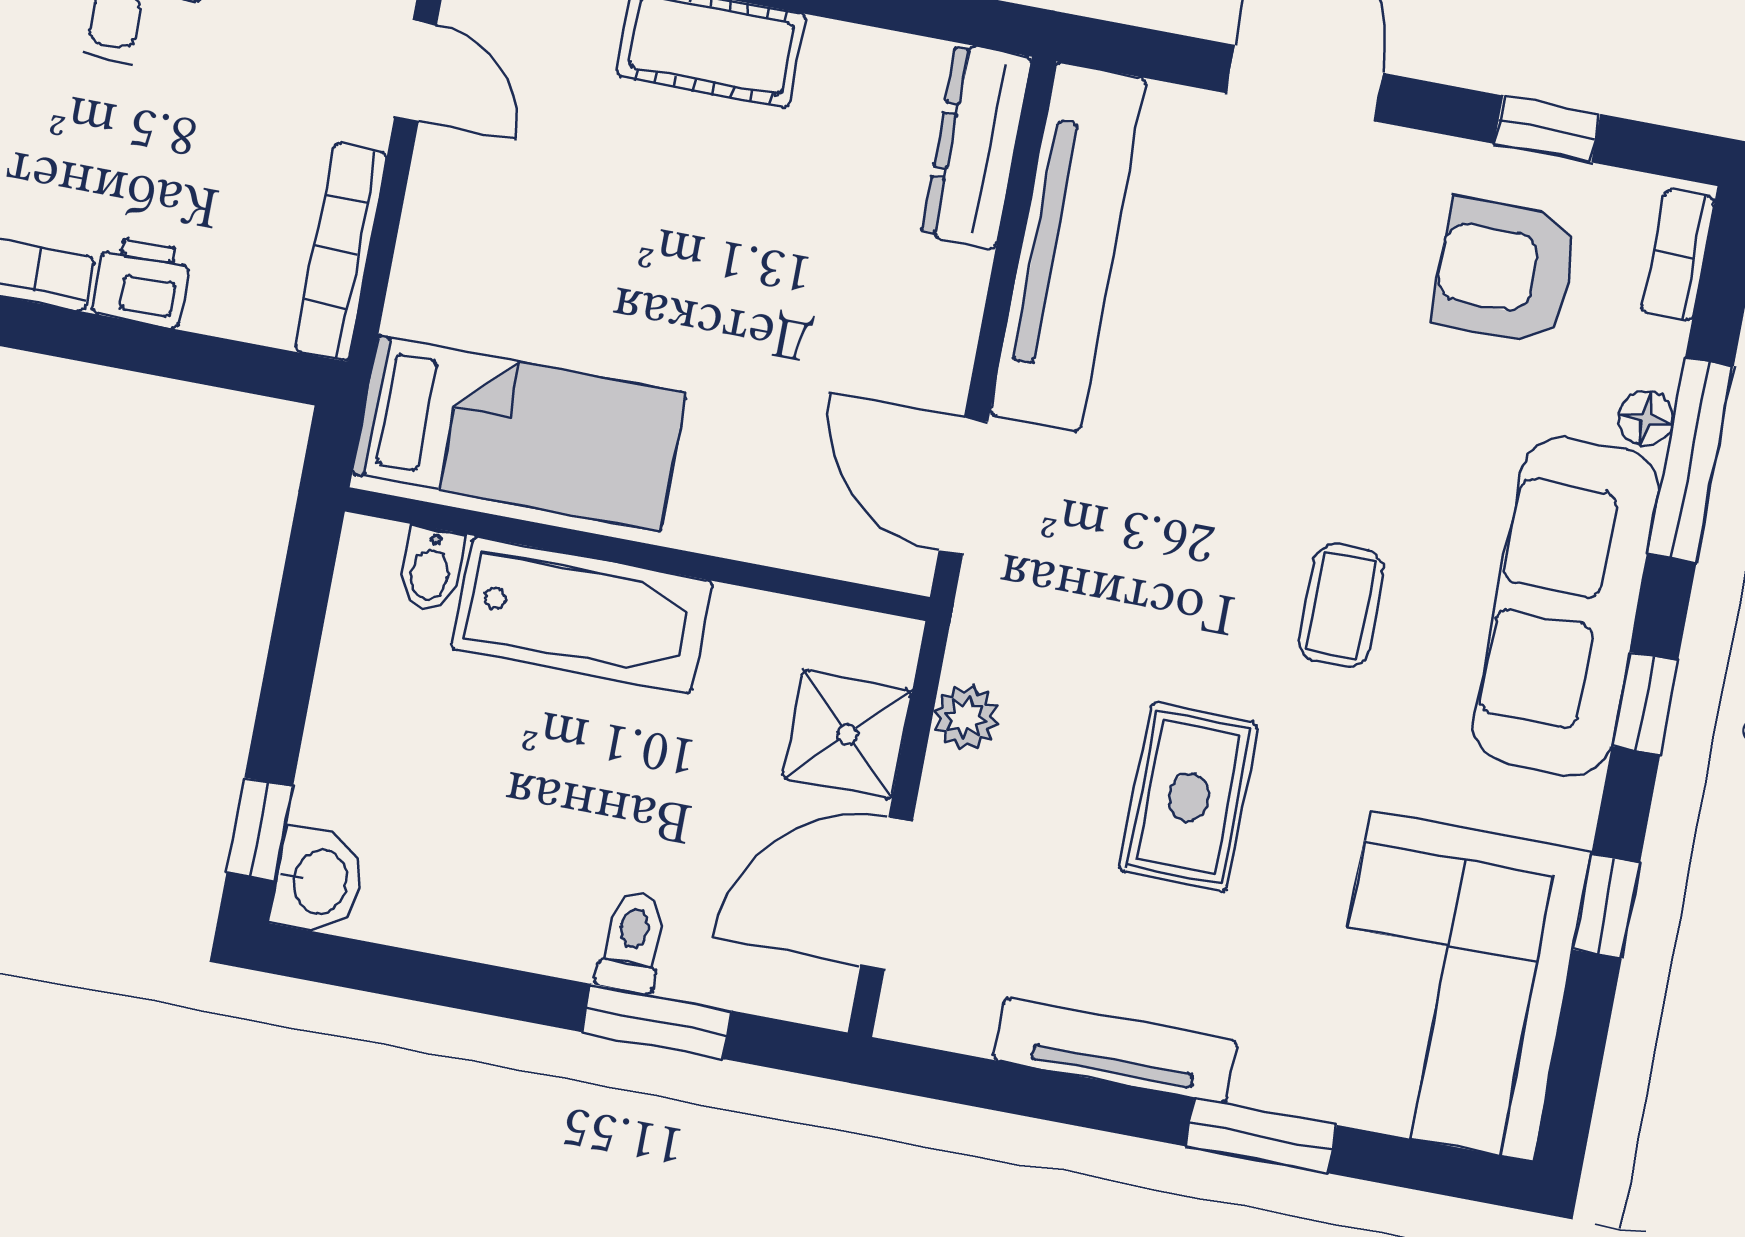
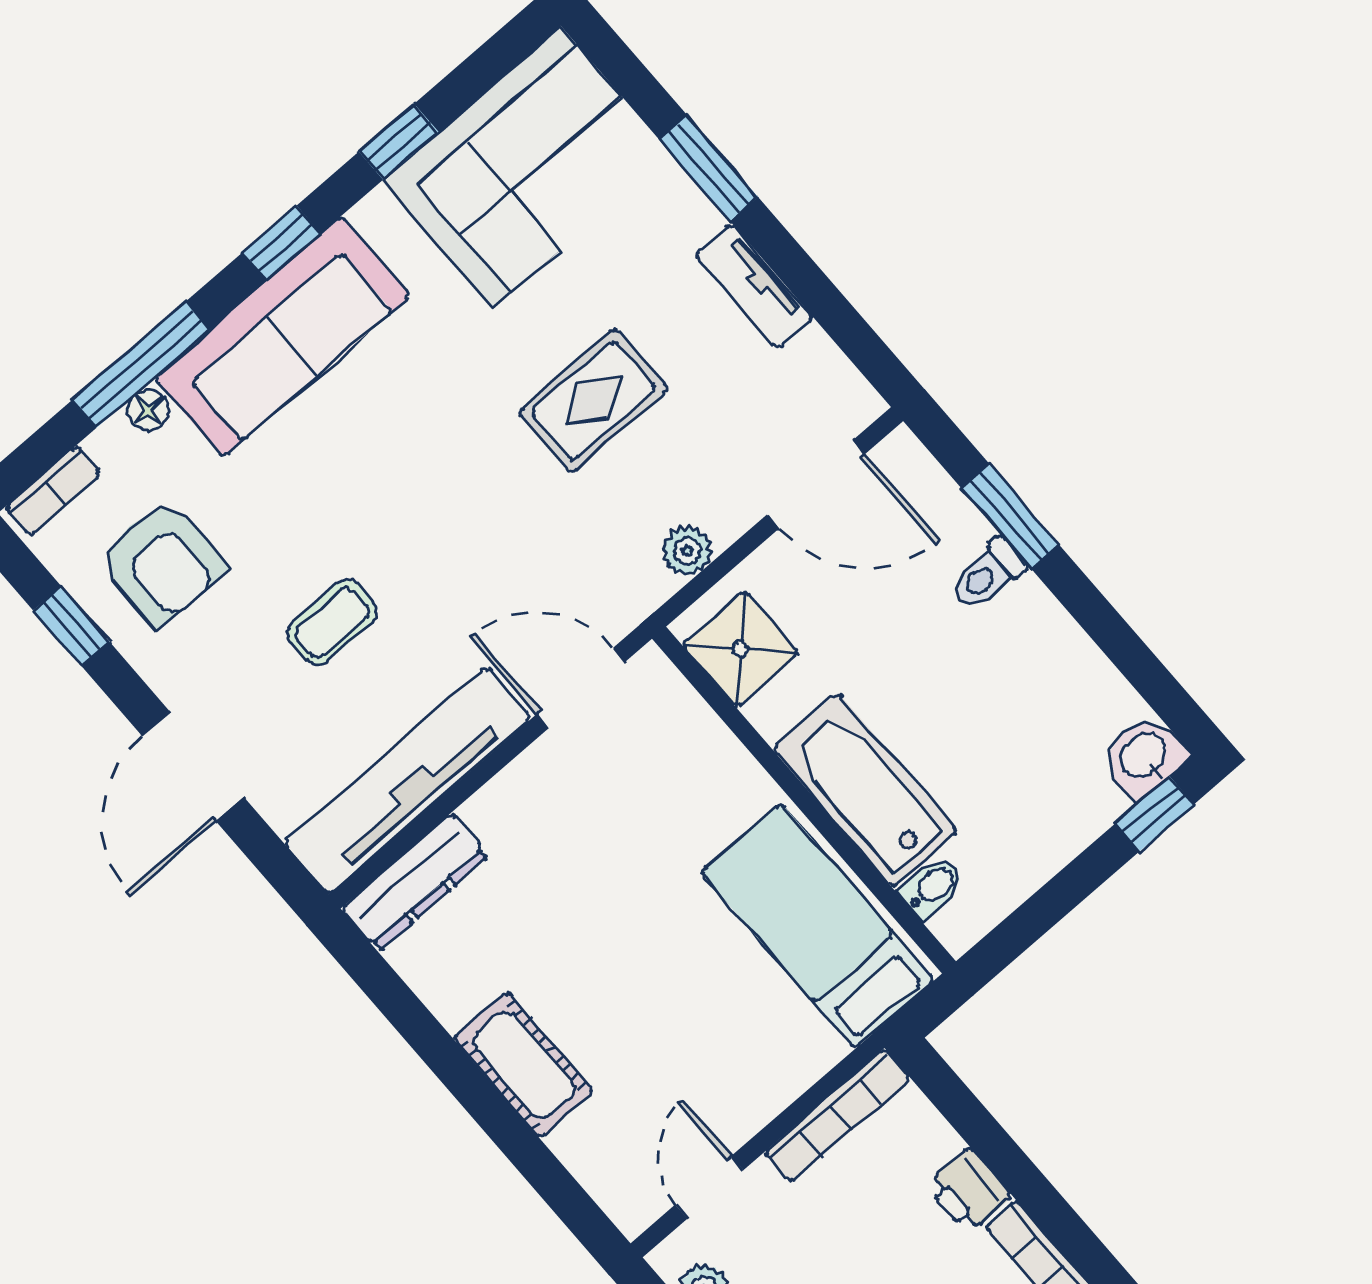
door: (963, 486) -> (581, 688), swing flipped
coffee table: (1341, 606) -> (332, 623), moved
shower: (847, 735) -> (740, 649), moved
tv unit: (1115, 1050) -> (754, 286), width x0.71

